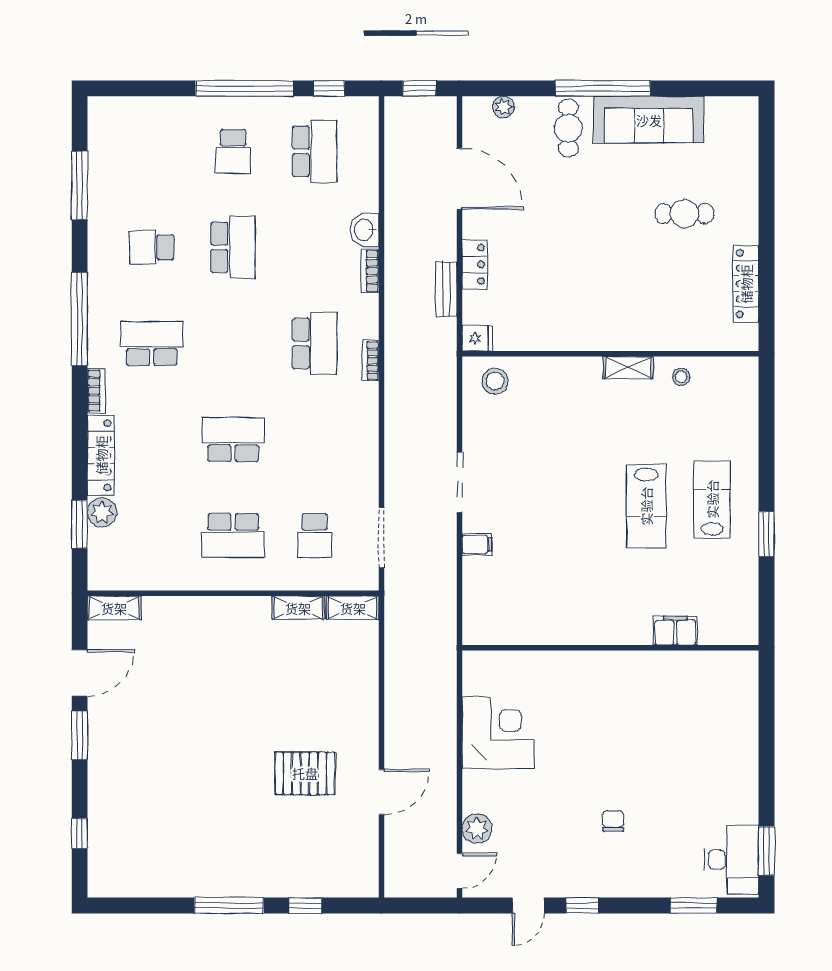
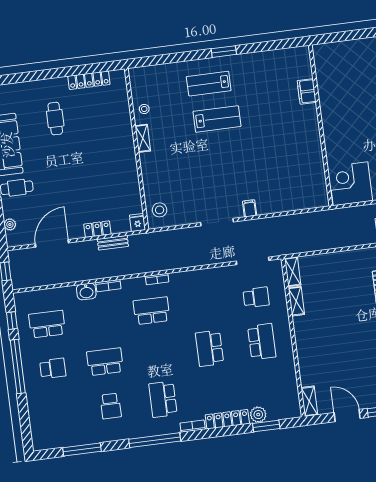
filing cabinet: (675, 631) -> (307, 91), moved
wall: (610, 648) -> (321, 125), moved

